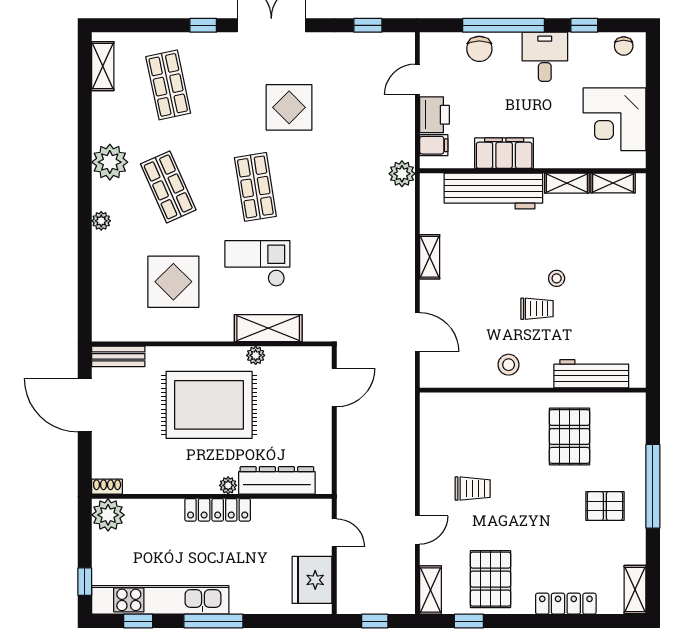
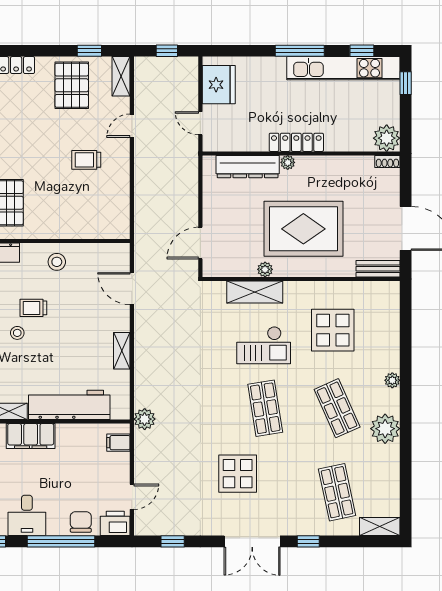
shelving: (103, 66) -> (380, 527), moved, turned 90
printer: (434, 115) -> (115, 523), moved, turned 90
filing cabinet: (504, 153) -> (31, 436), moved

